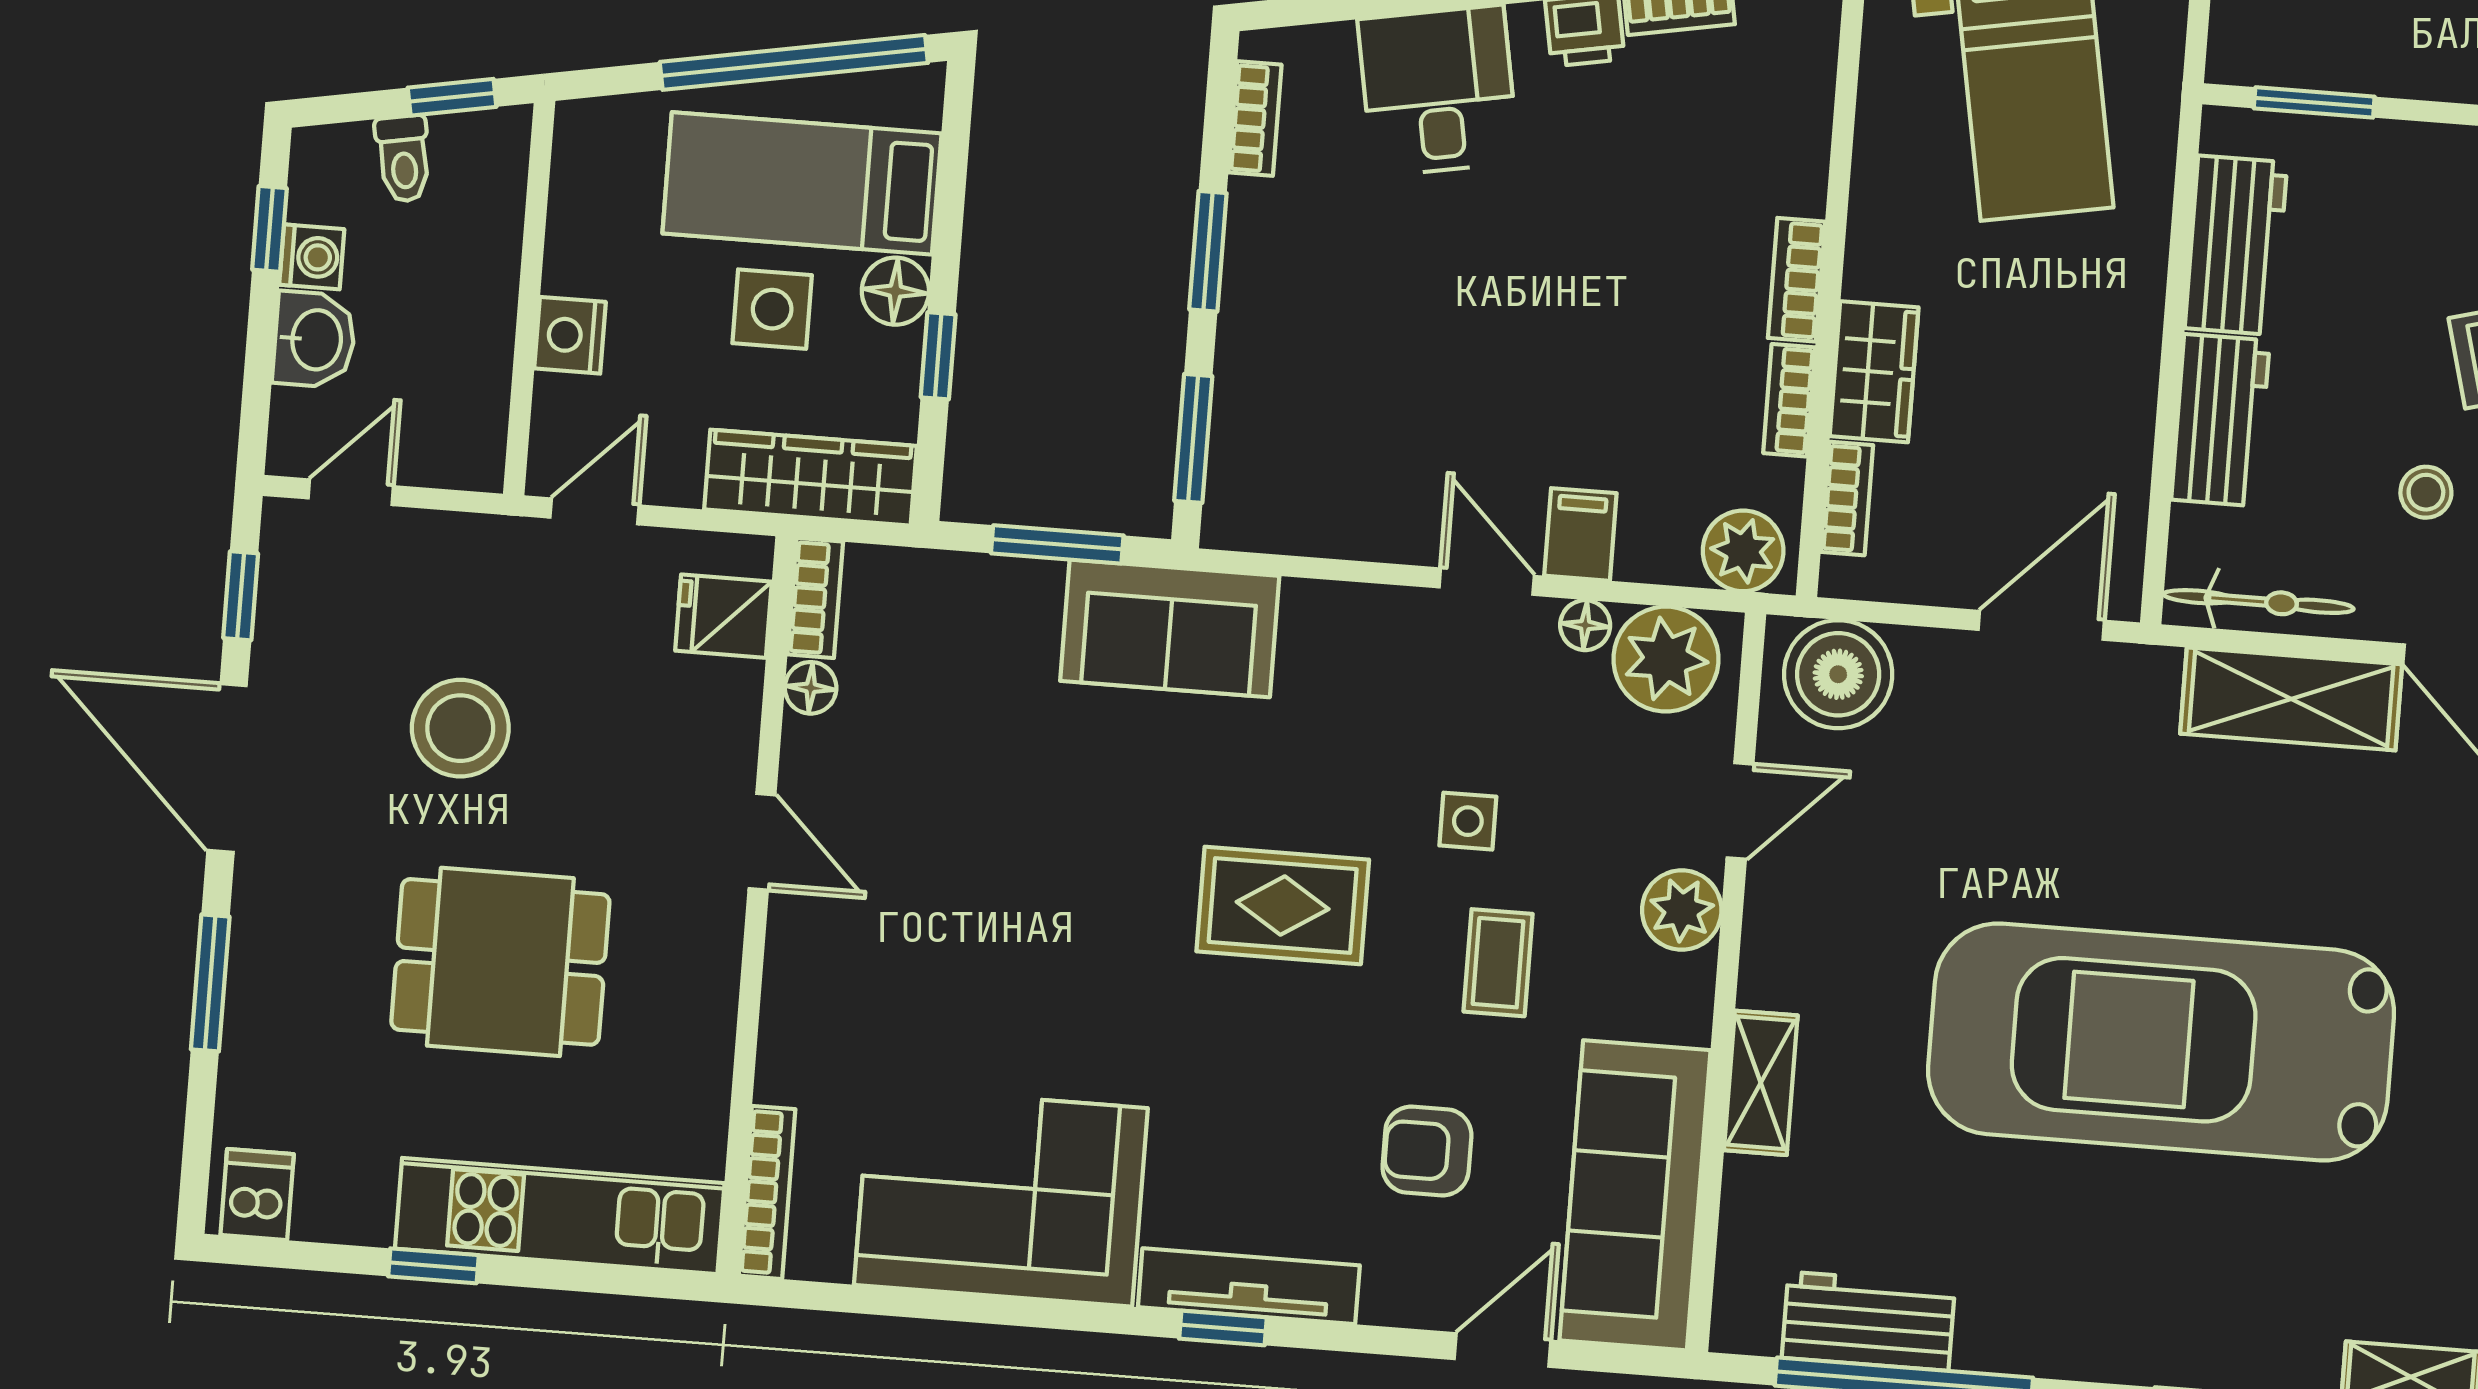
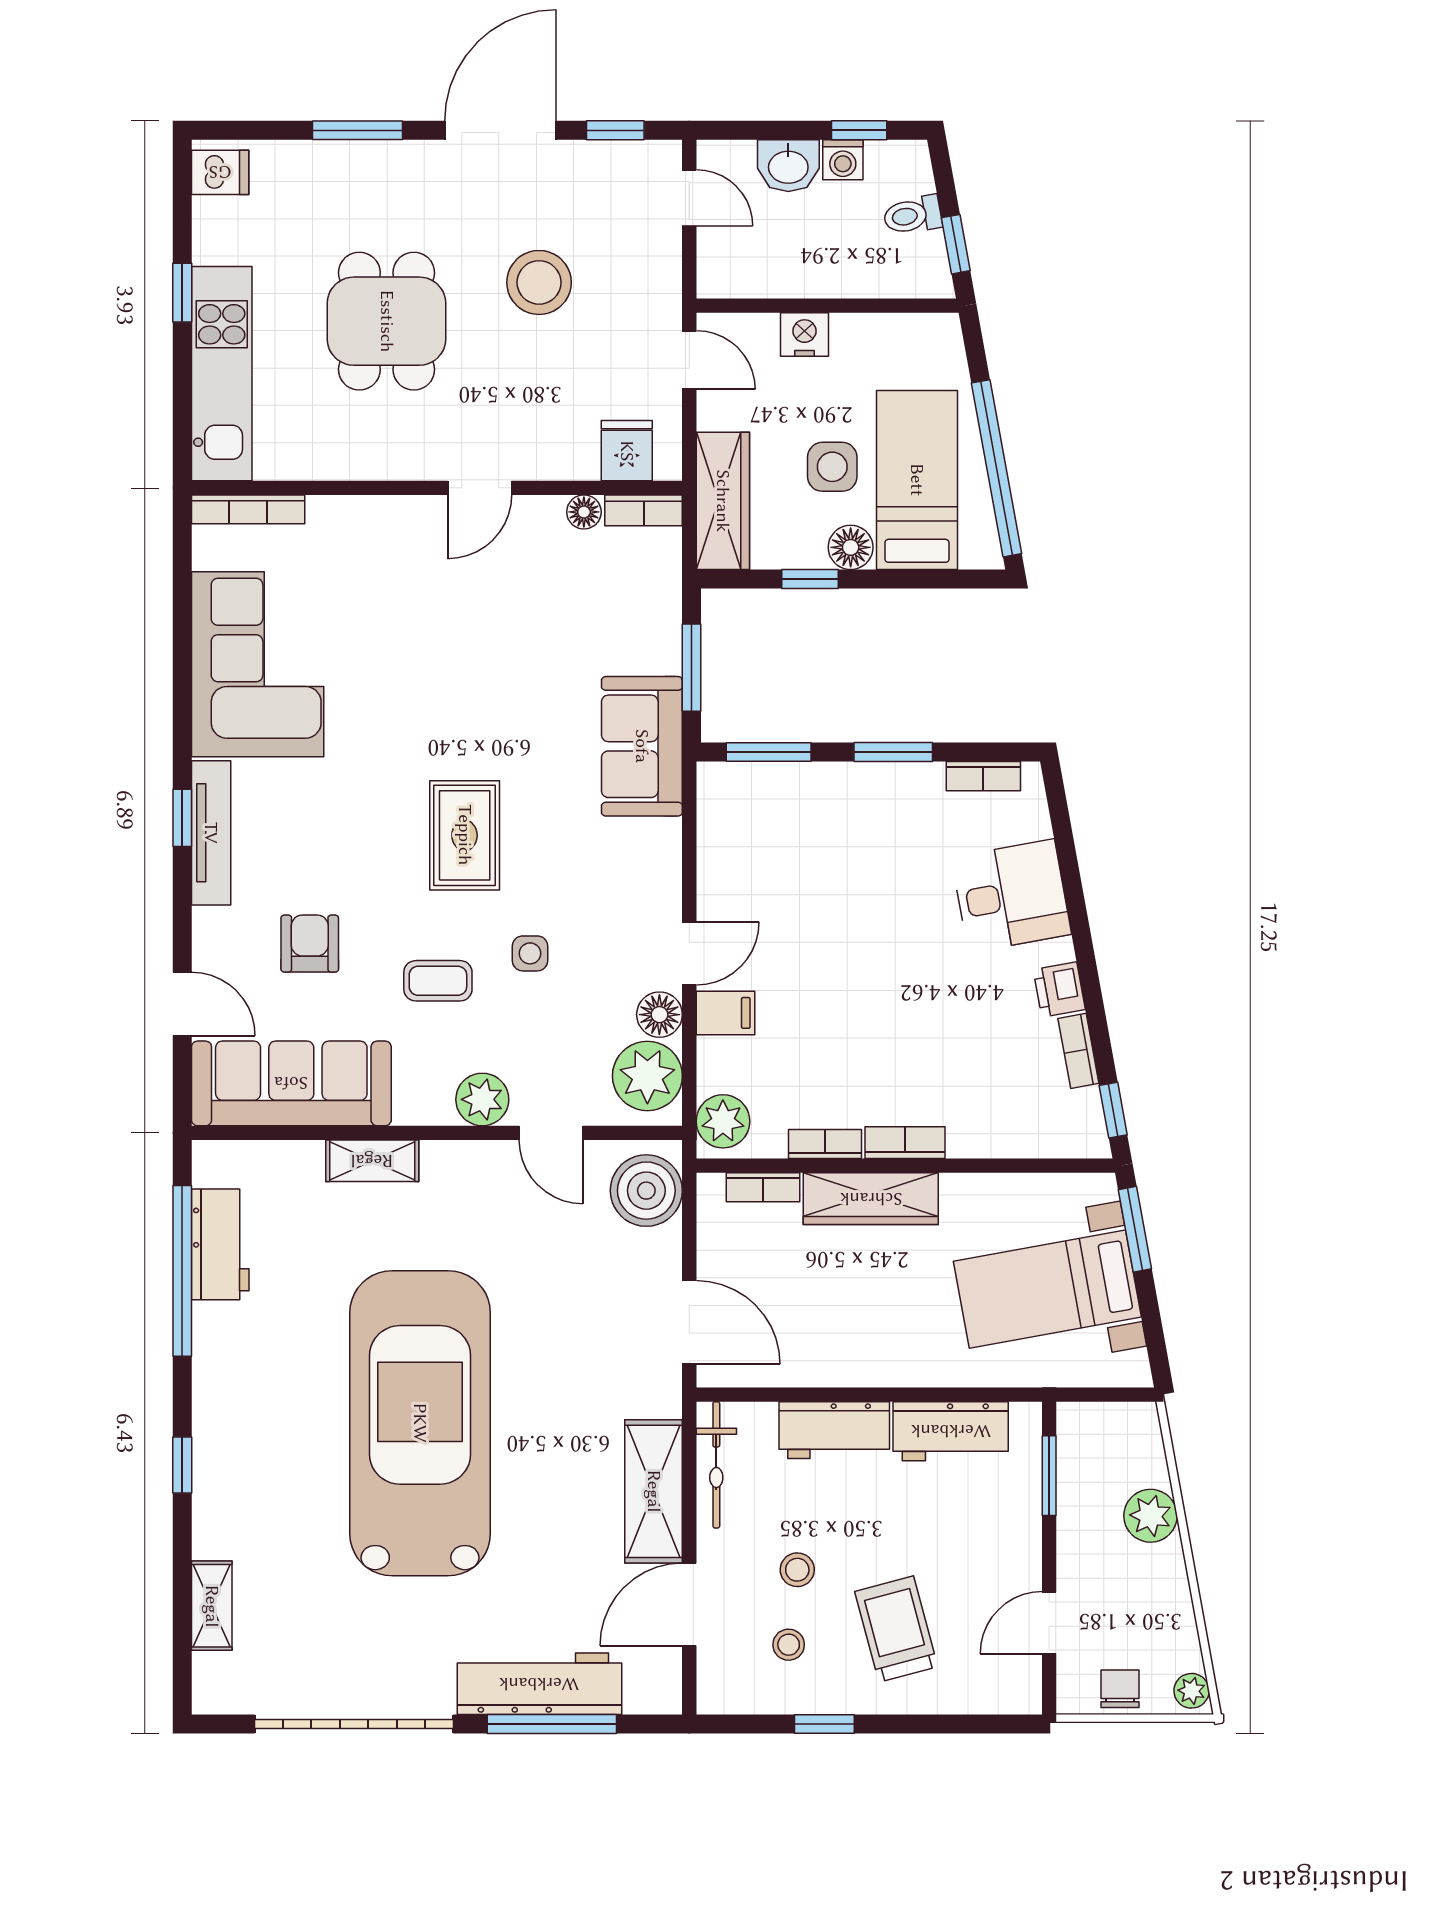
wardrobe: (1874, 372) -> (871, 1199), width x1.50
floor lamp: (1585, 625) -> (659, 1015), width x1.37, depth x1.37

